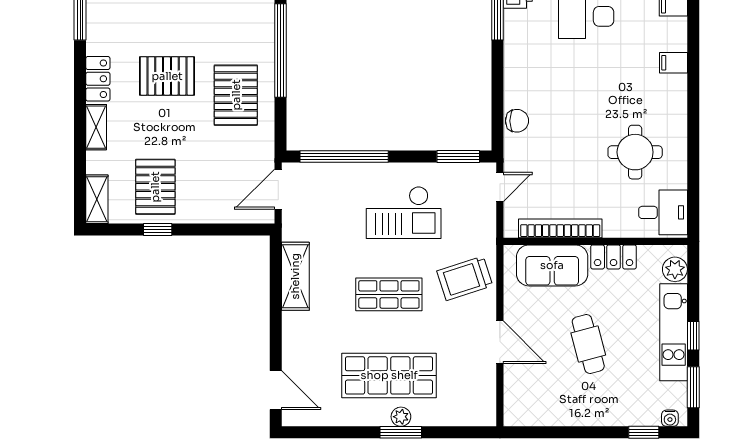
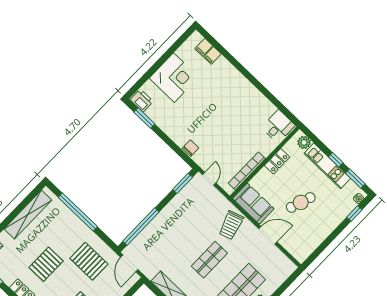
filing cabinet: (673, 63) -> (212, 55), moved
pallet: (236, 95) -> (89, 261), moved
round table: (635, 152) -> (245, 115), removed
checkout: (404, 213) -> (184, 224), removed
sofa: (552, 265) -> (253, 204), moved, turned -90
cafe table: (588, 344) -> (301, 202), turned -56

